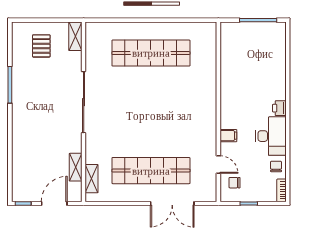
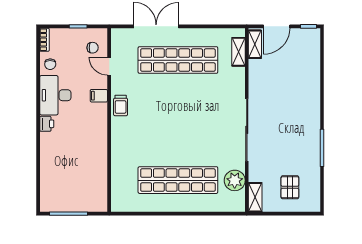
plant: (95, 53) -> (235, 180), added
trolley: (207, 126) -> (121, 106), added
shelving: (76, 167) -> (255, 44), moved

